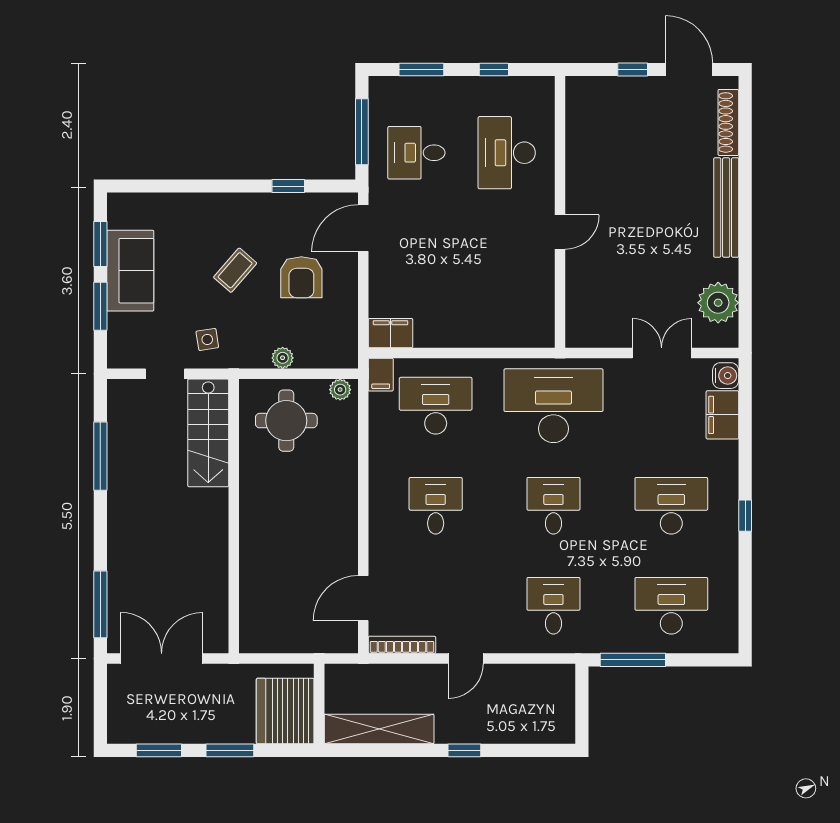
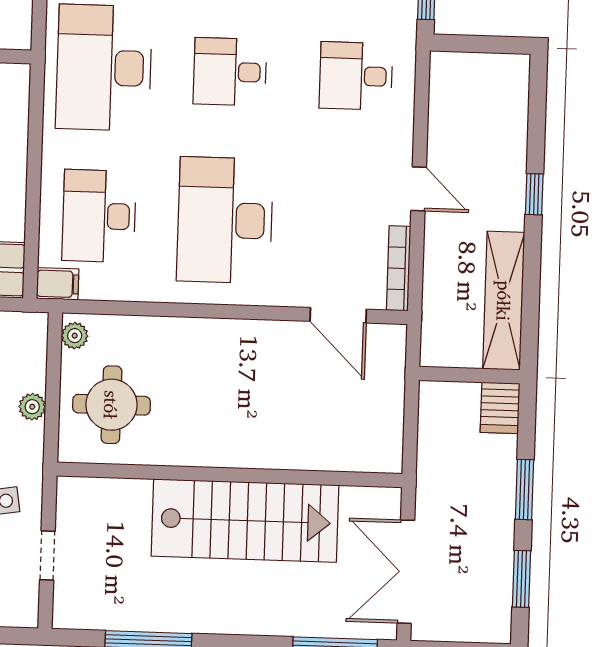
stairs: (208, 433) -> (245, 521), moved, width x1.36, depth x1.51
desk: (436, 506) -> (225, 220), width x1.87, depth x1.30
server rack: (285, 711) -> (500, 408), width x0.46, depth x0.70

